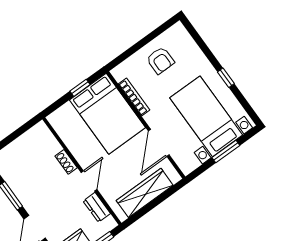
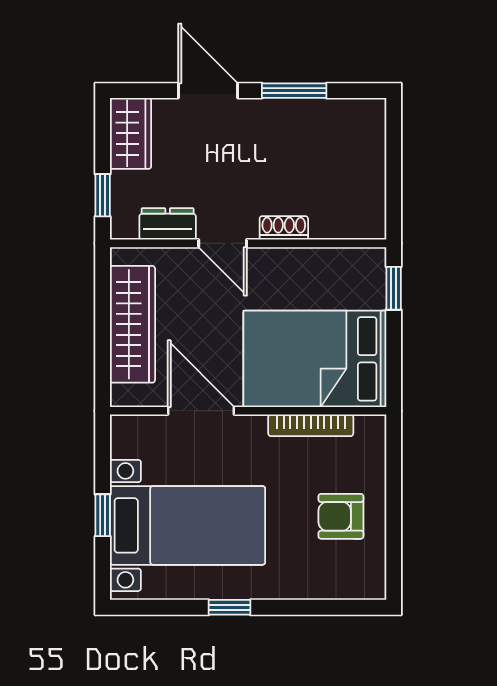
window: (80, 88) -> (394, 288), moved
window: (226, 152) -> (103, 515), width x0.67

